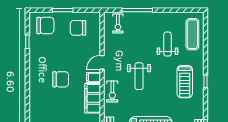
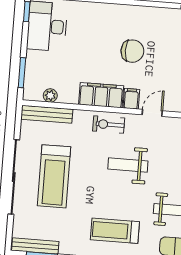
door: (102, 62) -> (152, 113), hinge flipped
chair: (61, 79) -> (132, 51), turned -90

